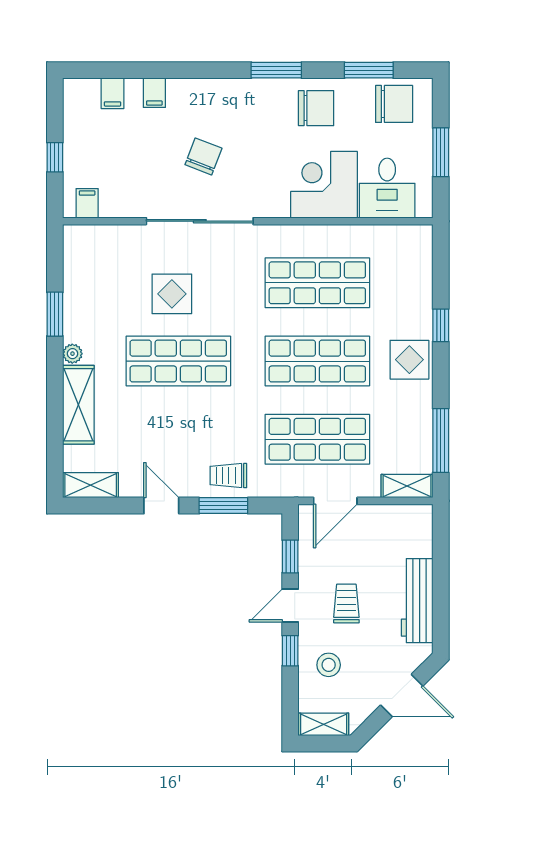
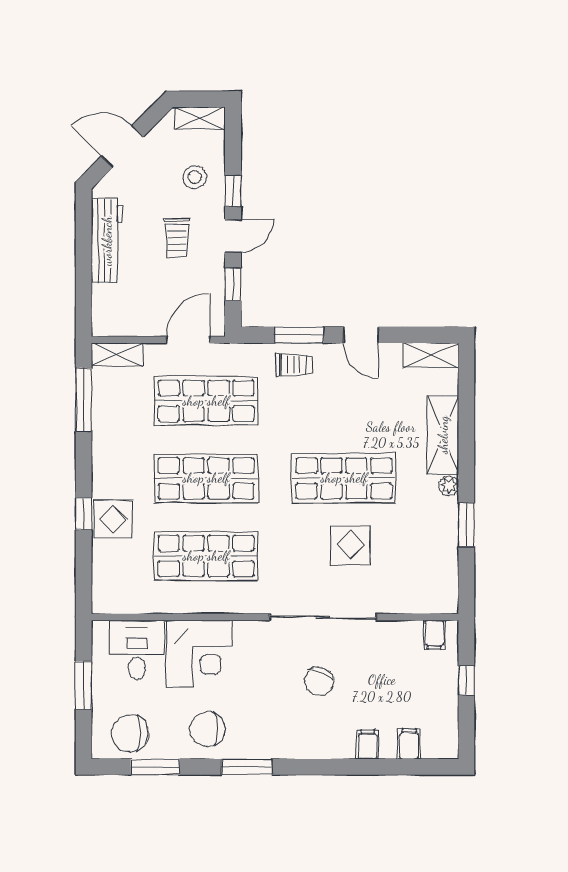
display table: (409, 360) -> (113, 519), moved

